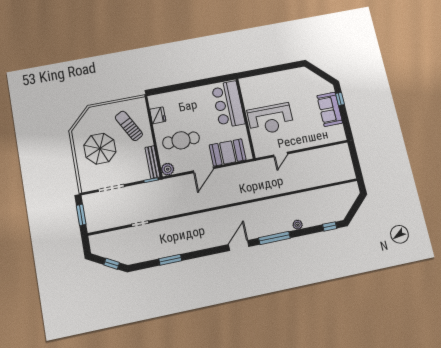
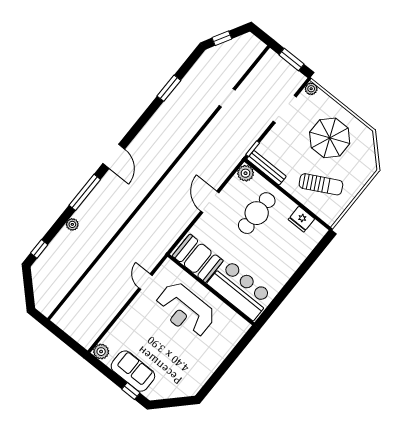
reception desk: (270, 119) -> (185, 310), turned -90
plant: (340, 135) -> (101, 352), added
booth: (228, 152) -> (198, 258), moved, turned 90
plant: (85, 187) -> (311, 89), added

